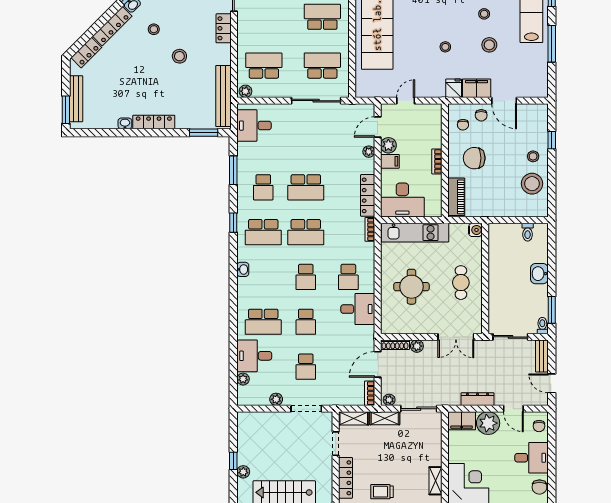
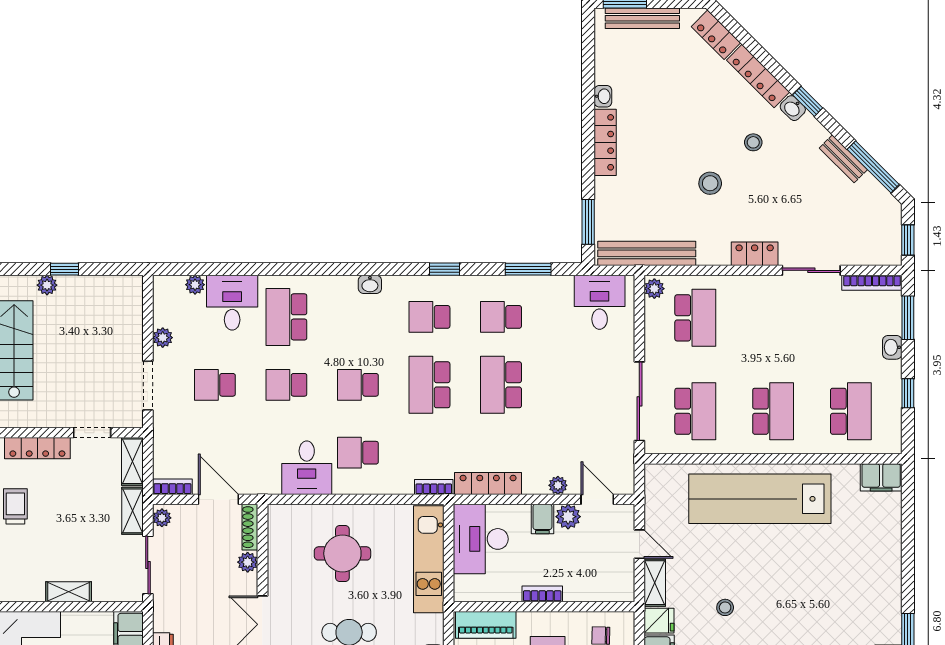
shelving: (430, 91) -> (655, 583), added
school desk: (263, 232) -> (429, 317), width x0.54
shelving: (435, 481) -> (69, 592), moved

